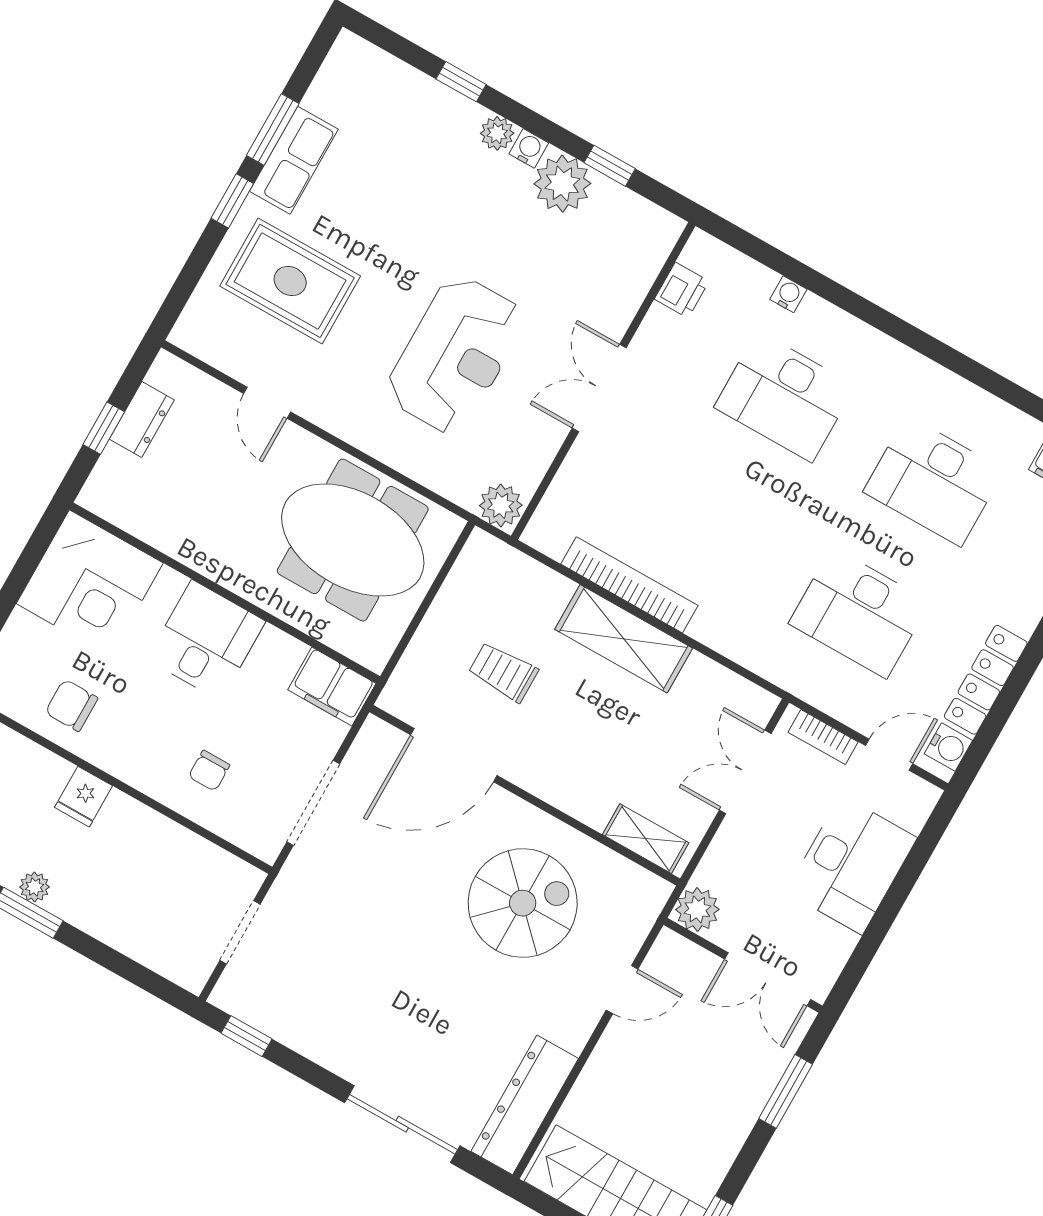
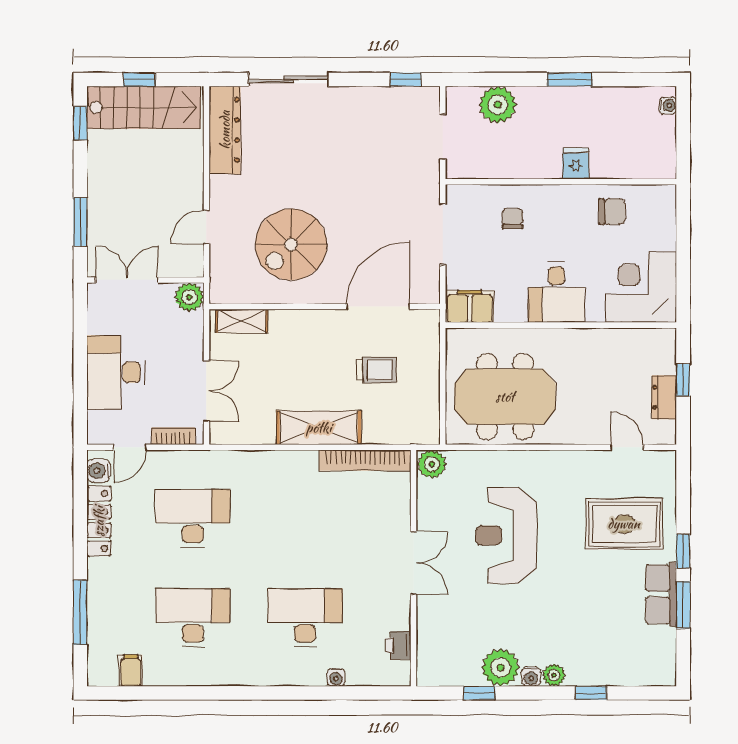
door: (267, 403) -> (627, 447), moved
bookcase: (629, 585) -> (365, 460), moved
plant: (34, 887) -> (498, 105), moved, width x1.88, depth x1.88

